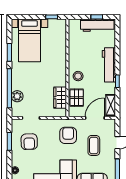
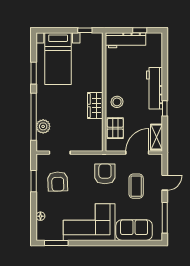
workbench: (97, 25) -> (126, 40), moved
wardrobe: (60, 98) -> (95, 106), moved

